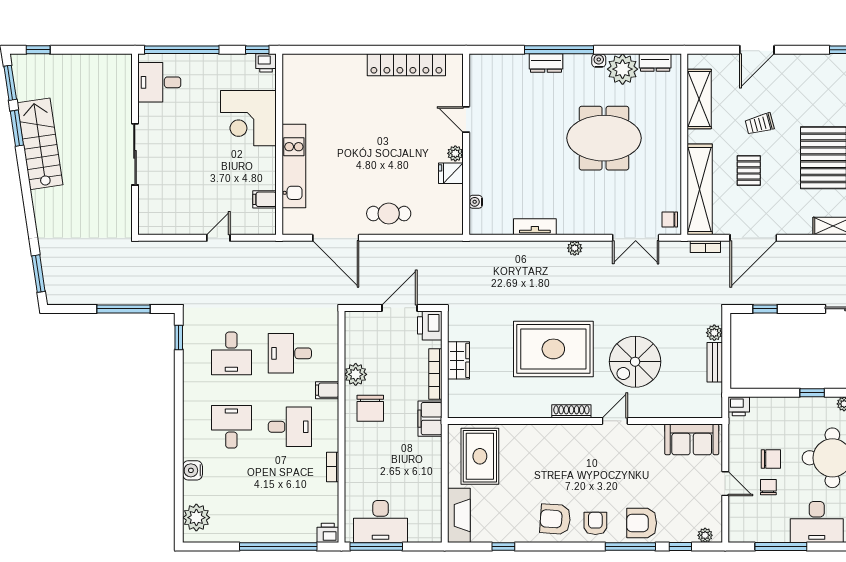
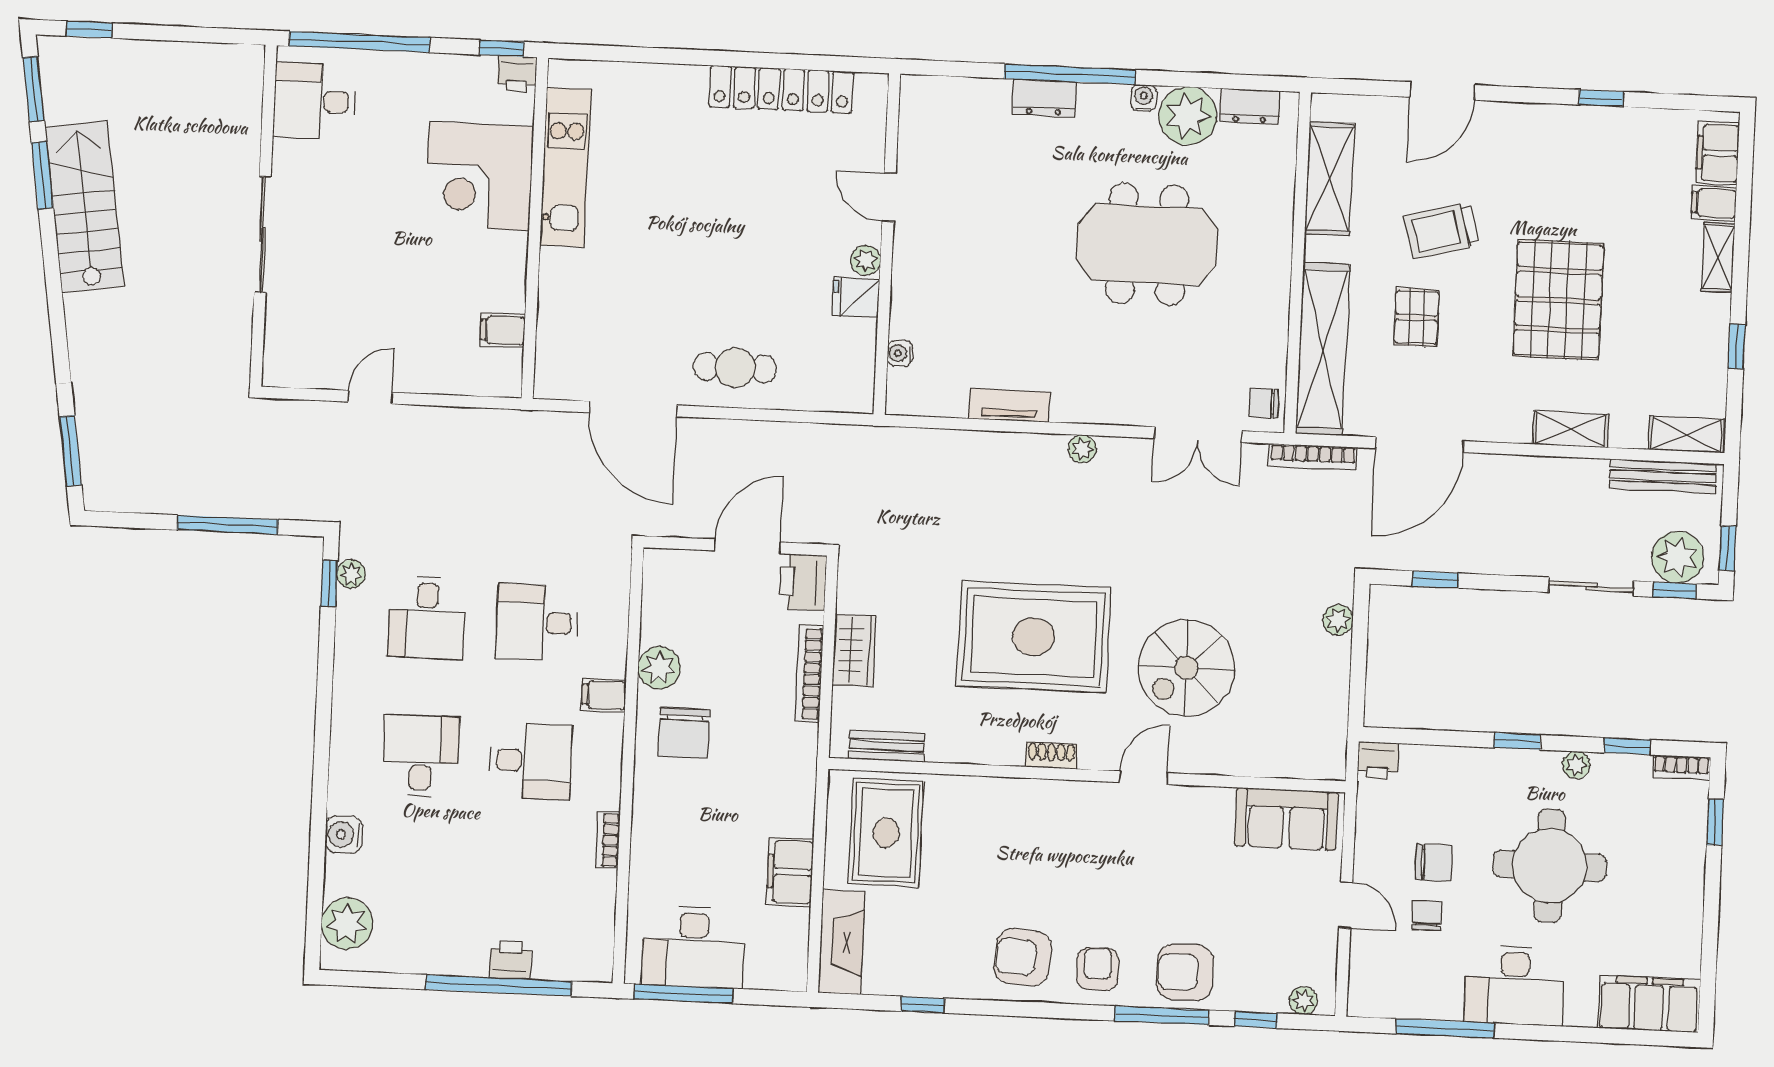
trolley: (760, 124) -> (1441, 231), width x1.36, depth x1.39
kitchen unit: (294, 166) -> (565, 167), moved
door: (218, 238) -> (370, 397), moved
bookcase: (705, 247) -> (1313, 457), width x1.56
plant: (190, 332) -> (351, 574), added
bench: (715, 362) -> (887, 746), moved, turned 90
shoe rack: (571, 411) -> (1051, 755), width x0.70
filing cabinet: (430, 419) -> (790, 872), moved
printer: (328, 533) -> (510, 960), moved

